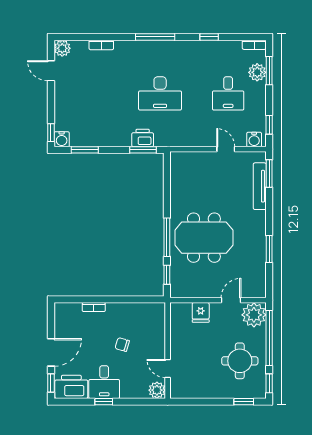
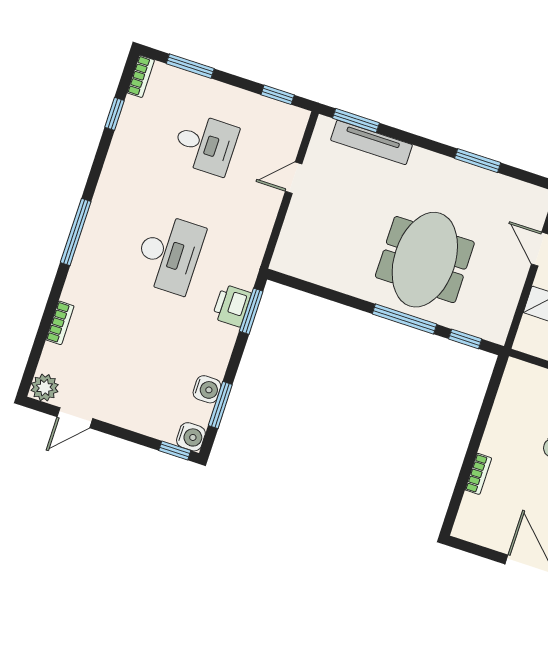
window: (209, 37) -> (114, 114), moved
plant: (257, 72) -> (187, 86), removed
water cooler: (254, 139) -> (207, 389), moved

